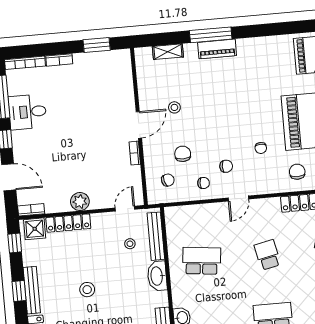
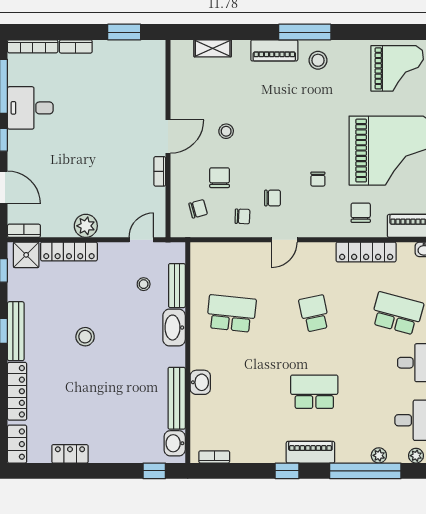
window: (211, 35) -> (305, 32), moved
stool: (252, 54) -> (318, 60), added
stool: (174, 107) -> (226, 131), moved
bench: (156, 236) -> (177, 286), width x0.73

